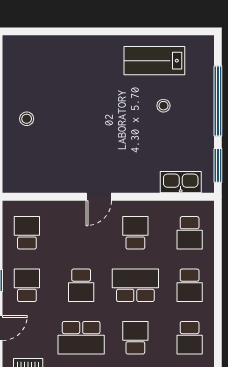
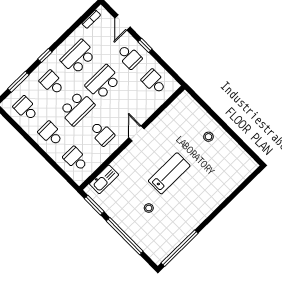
window: (173, 31) -> (180, 248), added
lab bench: (154, 61) -> (169, 173), moved
school desk: (27, 233) -> (154, 82), turned 180
school desk: (81, 285) -> (103, 82), width x1.85
school desk: (135, 338) -> (52, 83), turned 180

